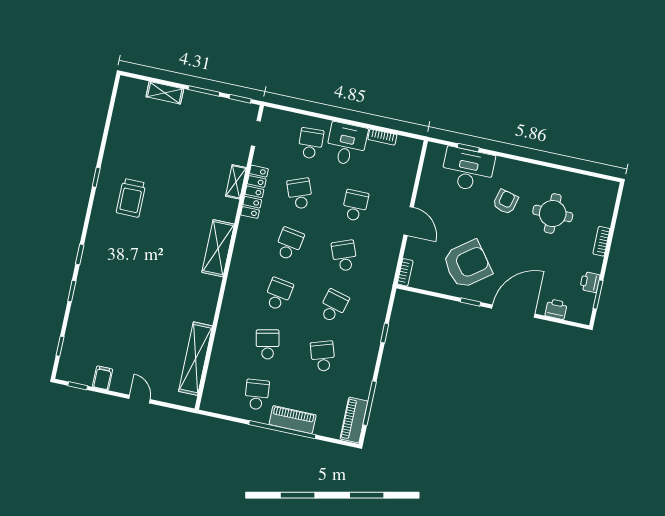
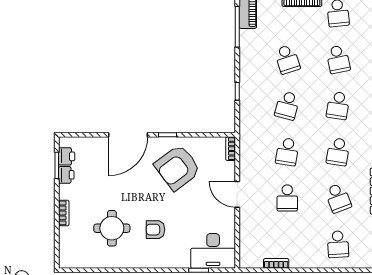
desk: (346, 144) -> (306, 250), removed
desk: (468, 170) -> (213, 251), moved
armchair: (506, 202) -> (156, 230), turned 76
school desk: (344, 256) -> (287, 152), turned 30
printer: (556, 309) -> (67, 156), moved, turned -90

